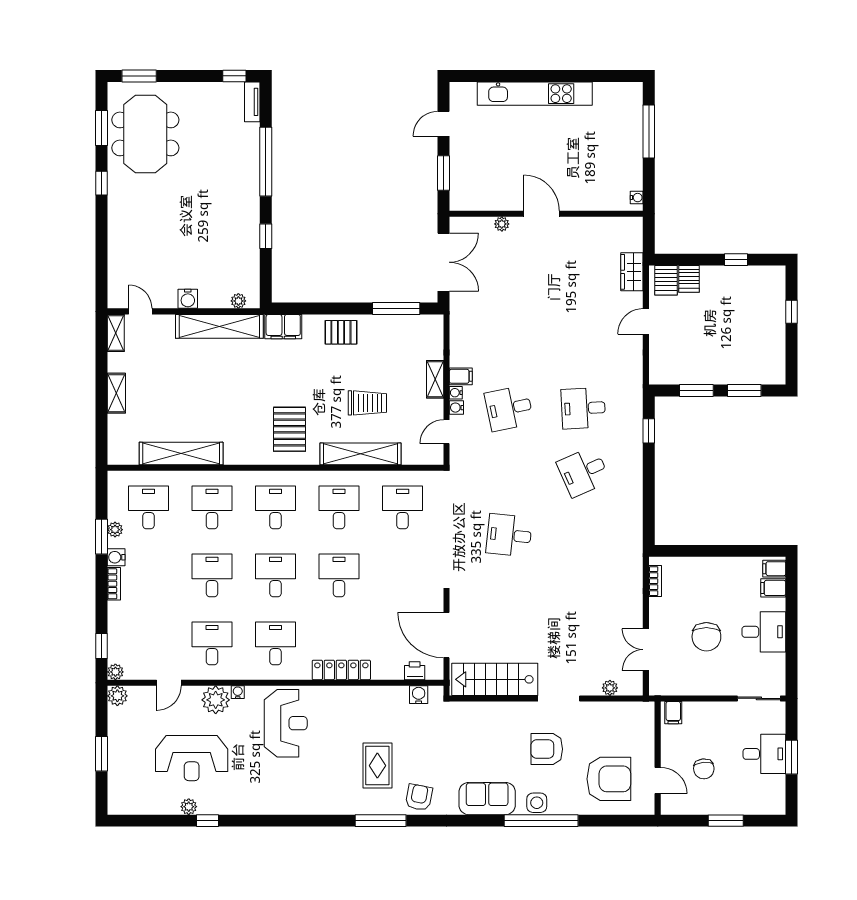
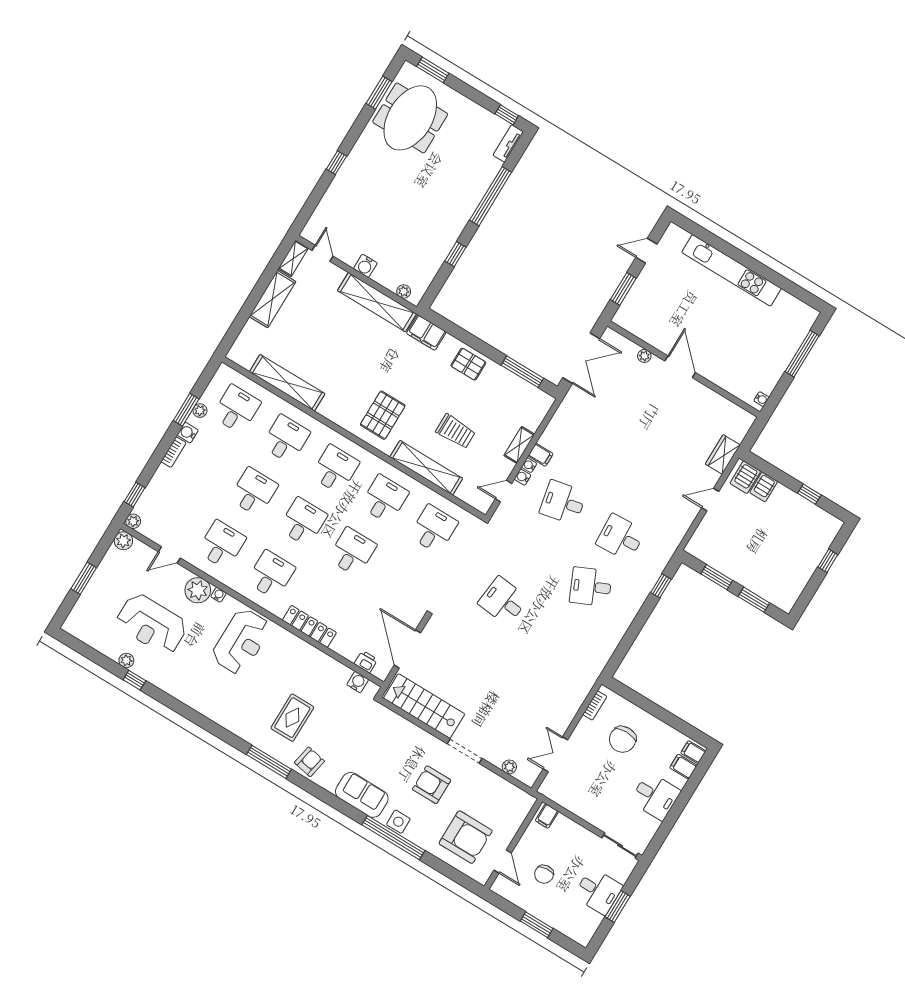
window: (102, 183) -> (336, 163), moved
shelving: (116, 393) -> (272, 299), width x1.50, depth x1.33
chair: (706, 637) -> (623, 739), moved

